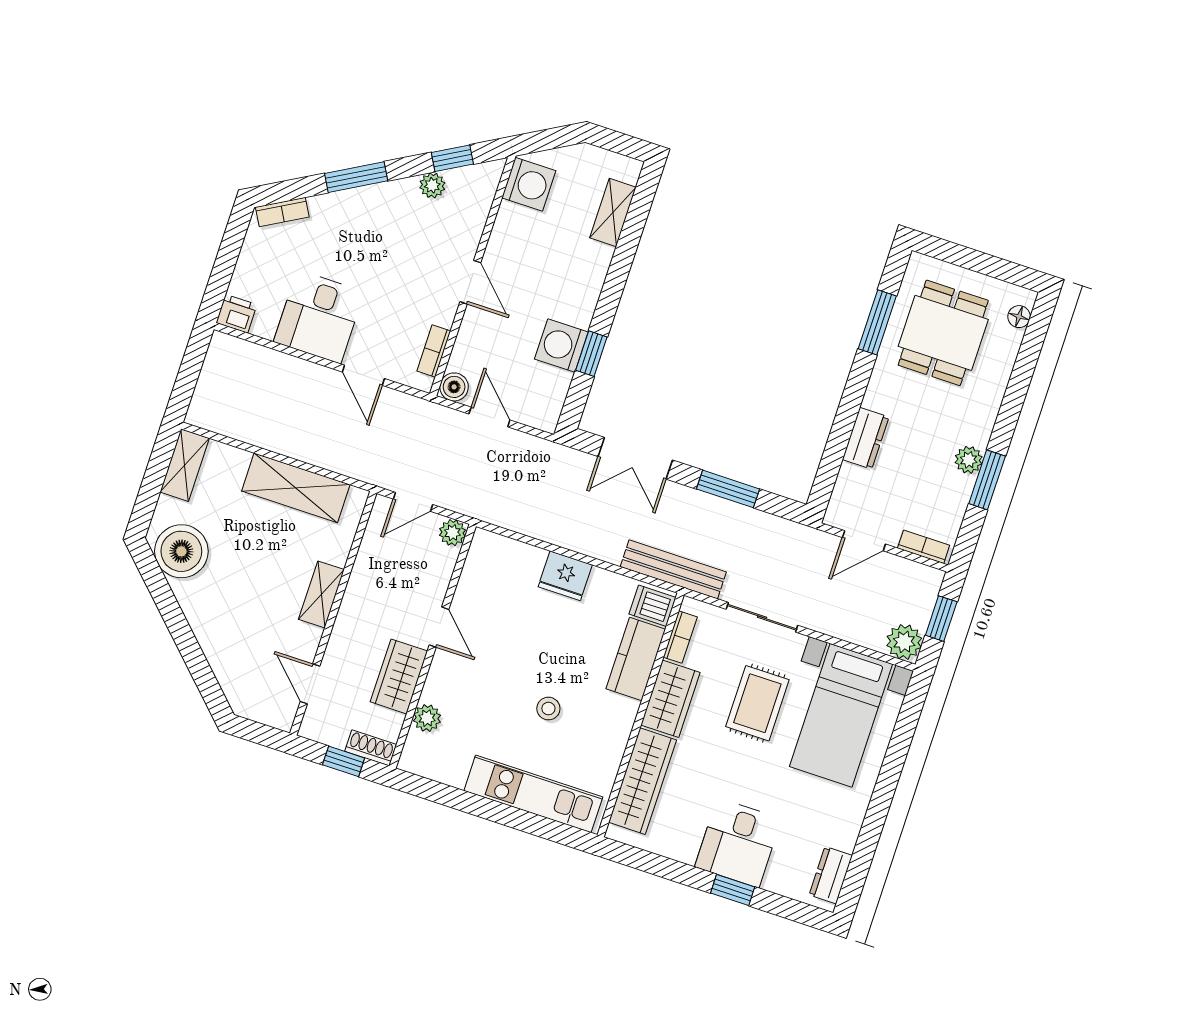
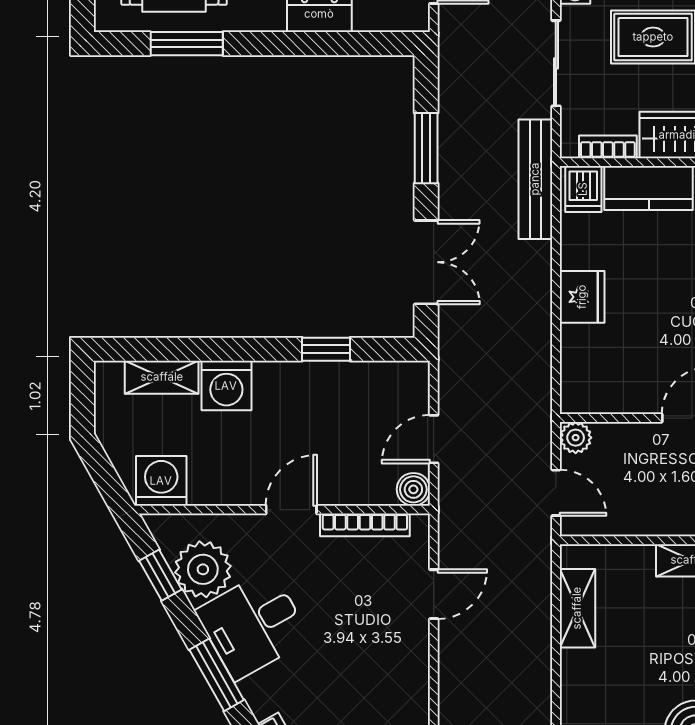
plant: (432, 185) -> (203, 569), width x1.88, depth x1.88
desk: (319, 317) -> (253, 625), moved, turned 151
washing machine: (561, 345) -> (226, 386), moved
bookcase: (434, 351) -> (365, 525), width x1.56
shelving: (296, 488) -> (577, 608), width x0.67, depth x0.75

